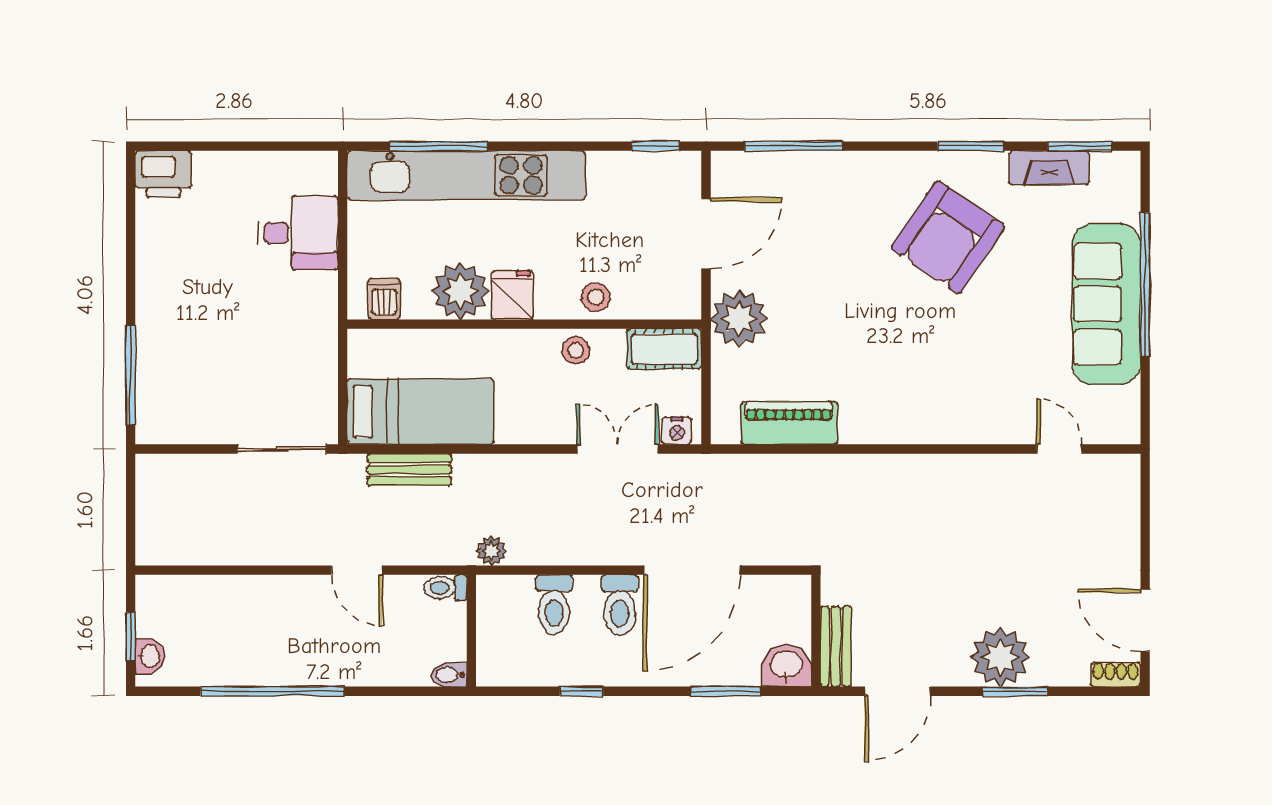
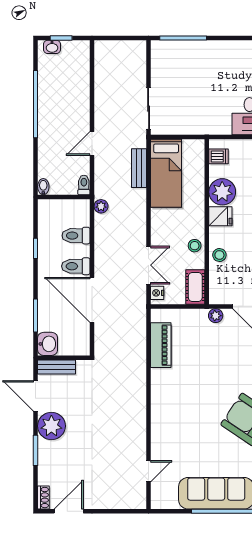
plant: (739, 319) -> (216, 316), width x0.53, depth x0.53
plant: (1000, 657) -> (51, 426), moved

